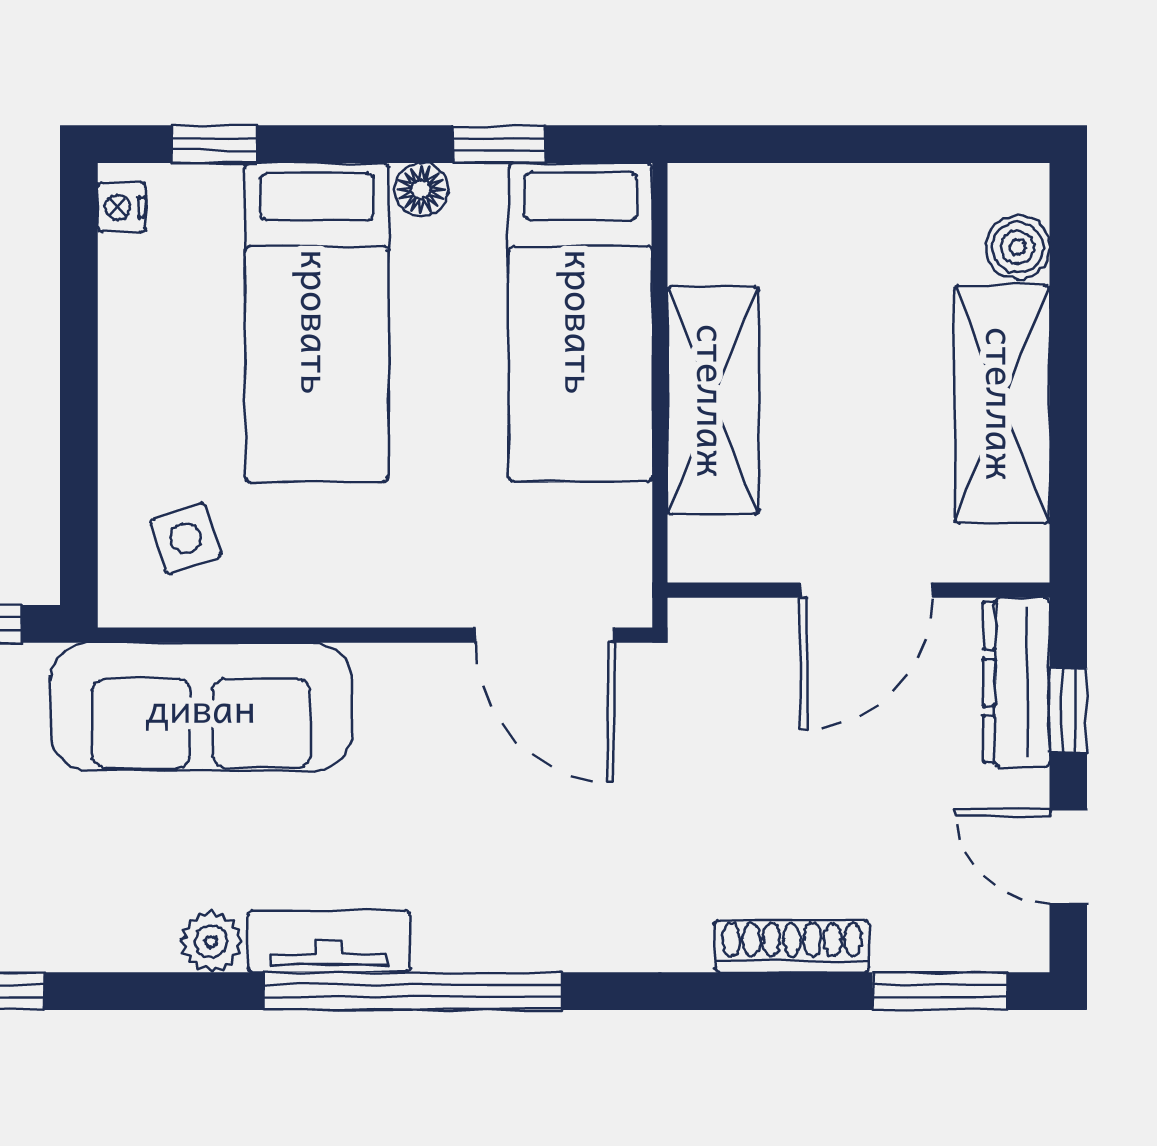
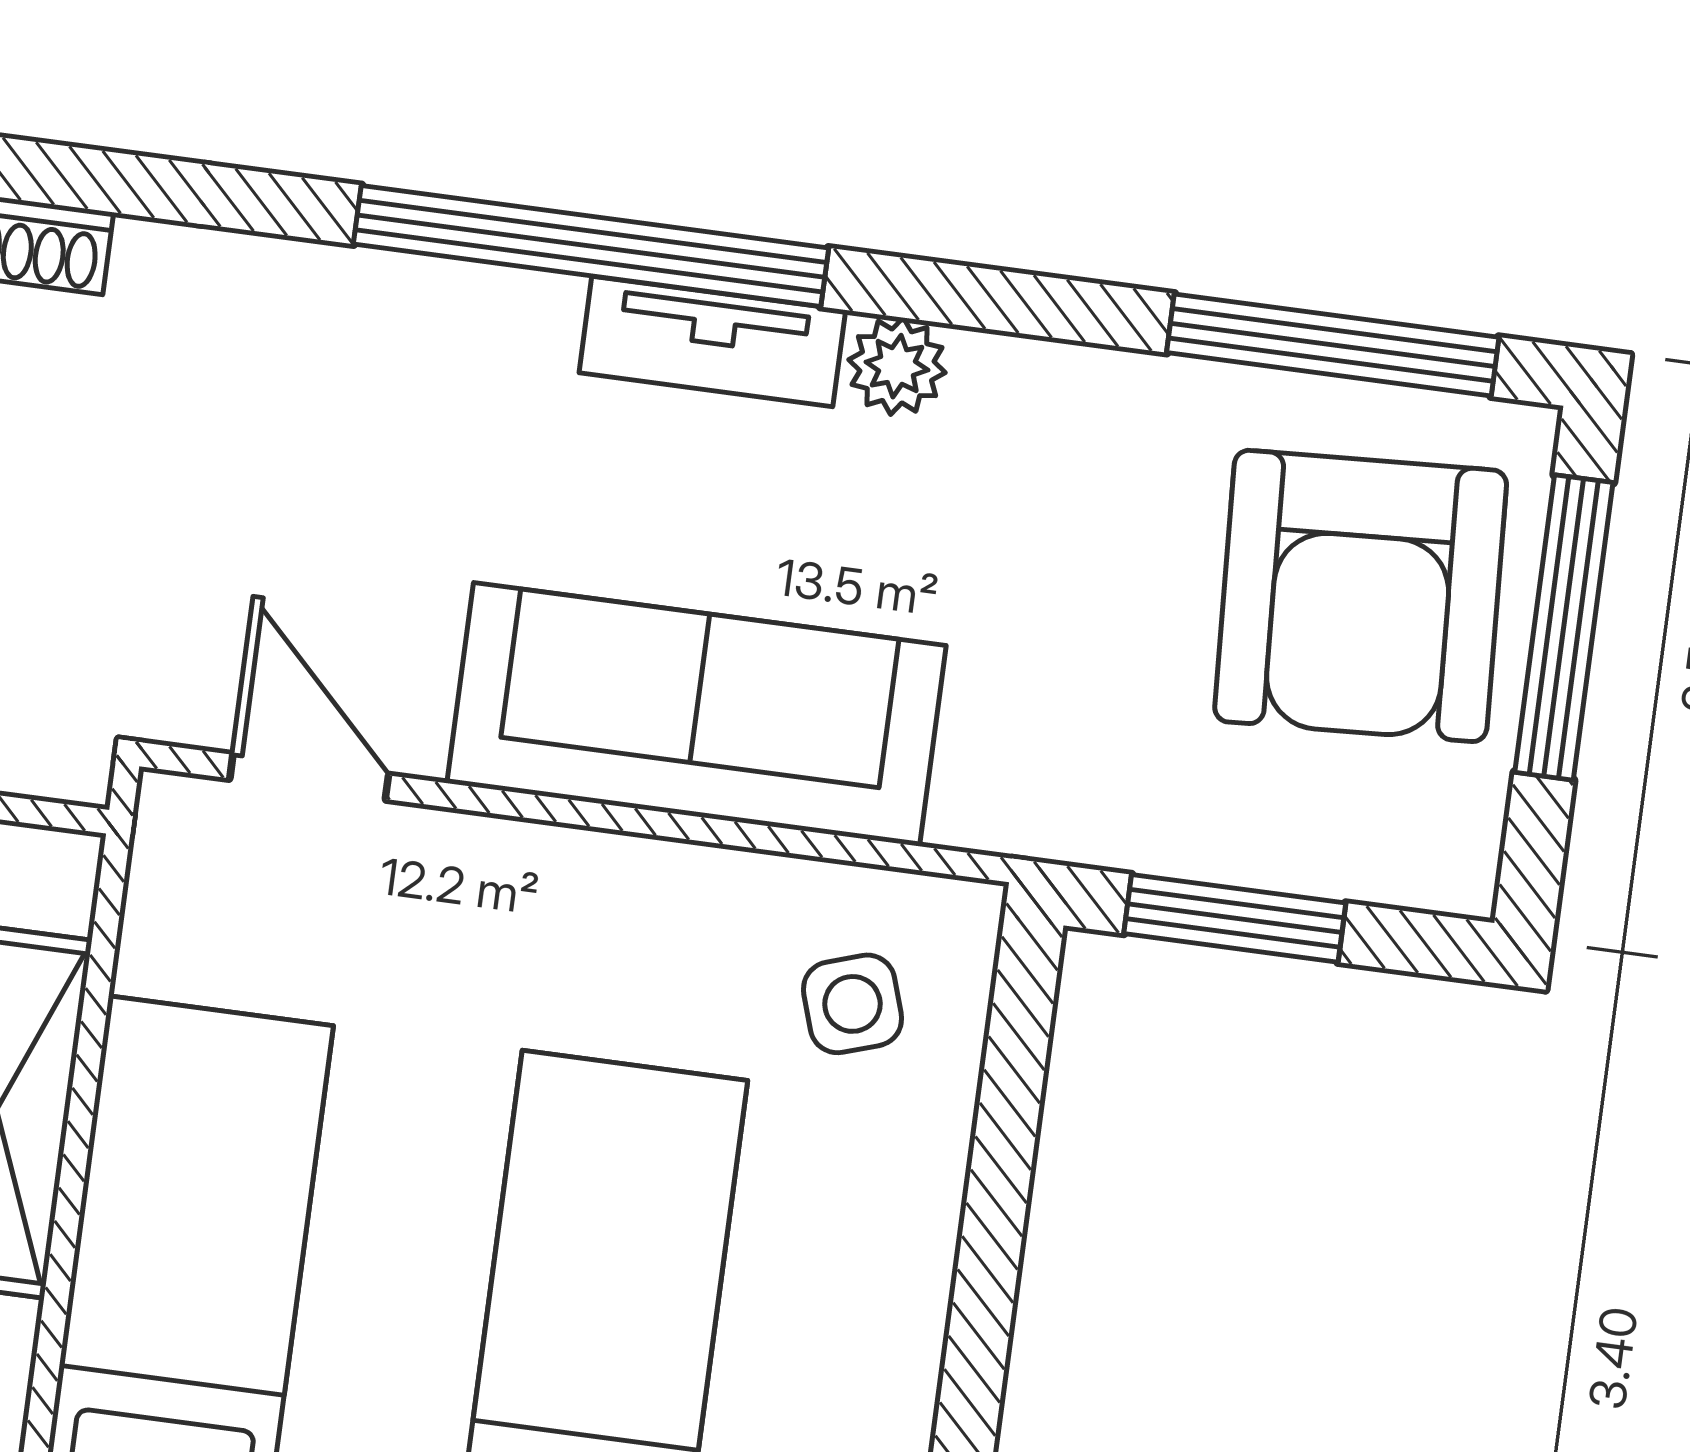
door: (545, 635) -> (309, 777), width x0.73
sofa: (201, 707) -> (696, 714), moved

